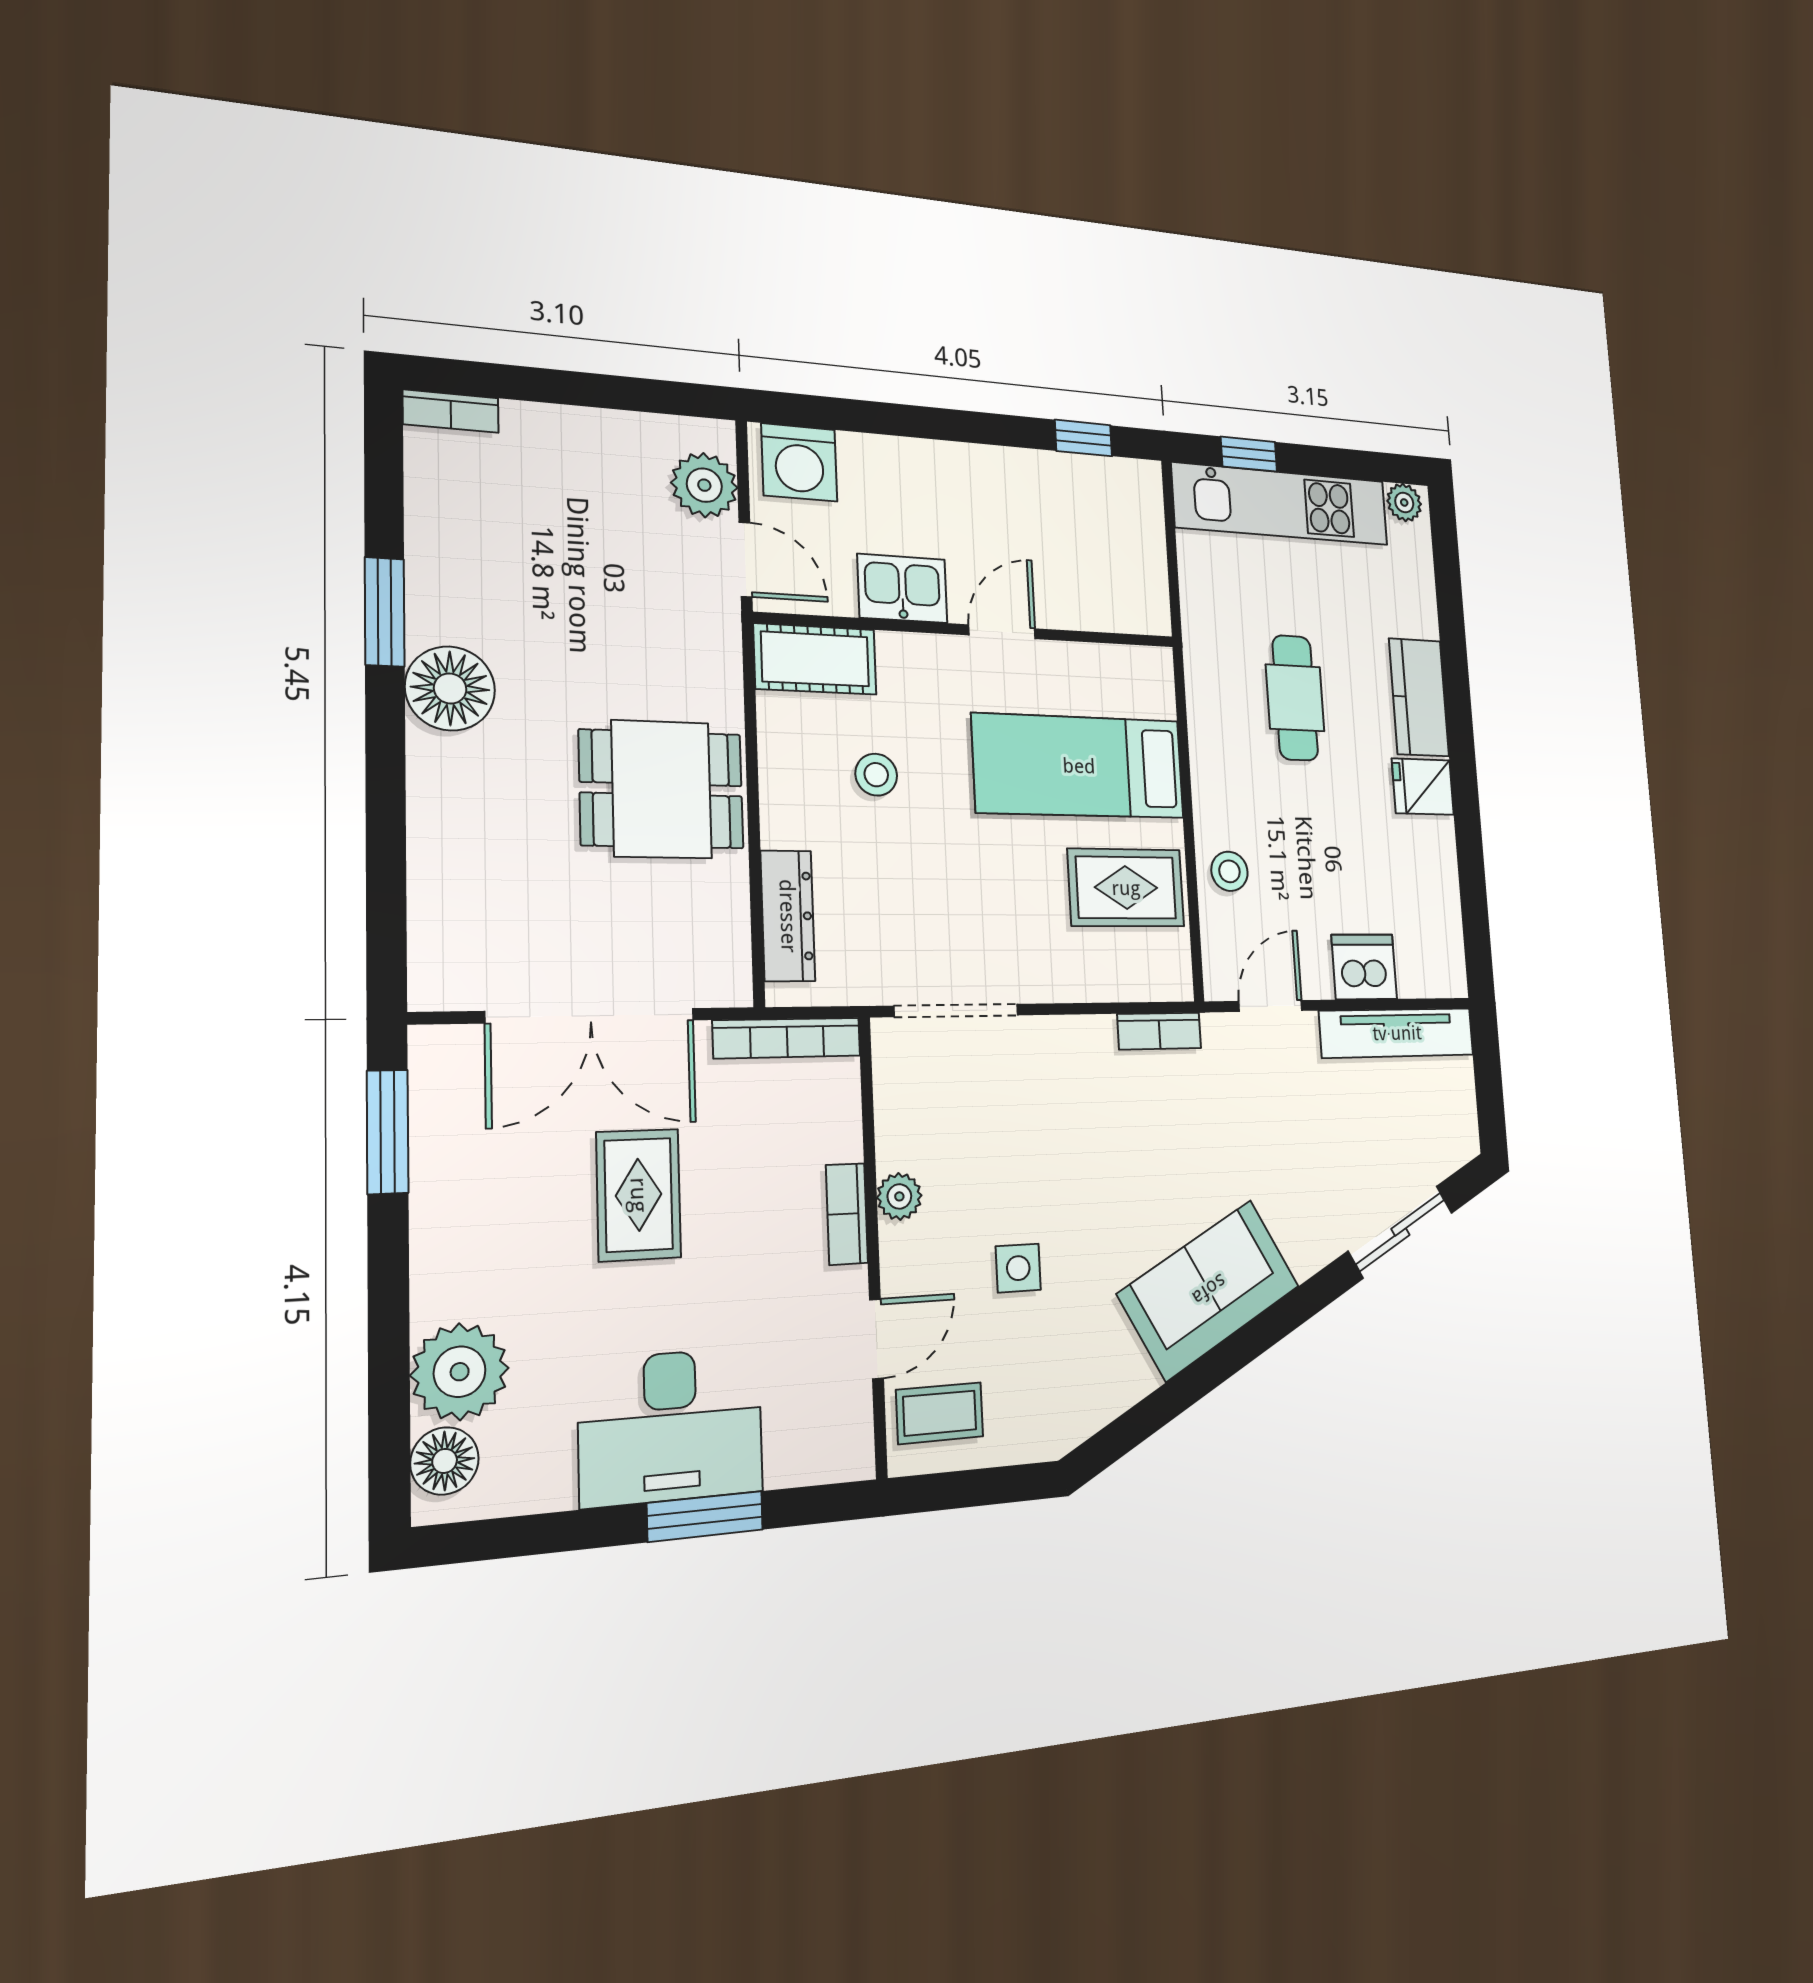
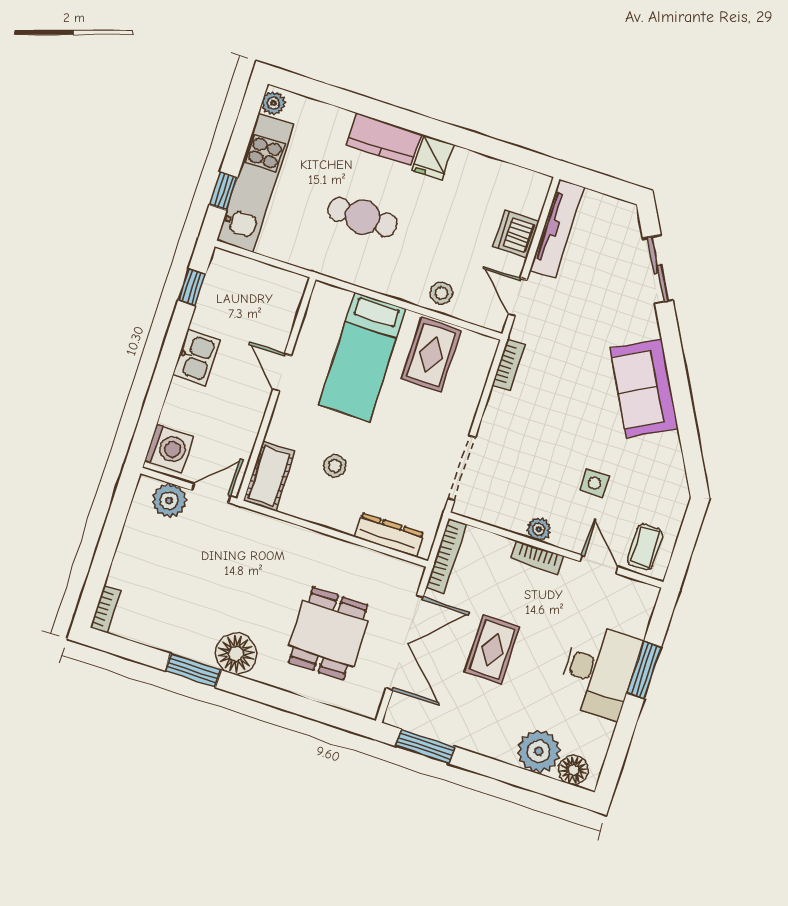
kitchen sink: (902, 588) -> (196, 357), moved, turned 180
dining table: (662, 789) -> (328, 633), moved
rug: (639, 1195) -> (492, 649), turned 90

